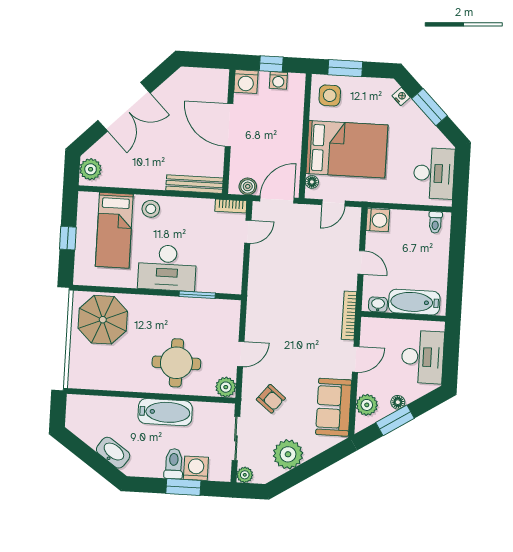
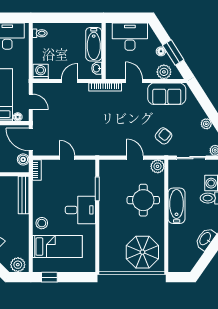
door: (248, 232) -> (67, 158), moved
window: (68, 238) -> (49, 277), moved
desk: (167, 268) -> (80, 210), width x0.73
parasol: (103, 320) -> (142, 252), moved
plant: (288, 454) -> (206, 124), width x0.53, depth x0.53

